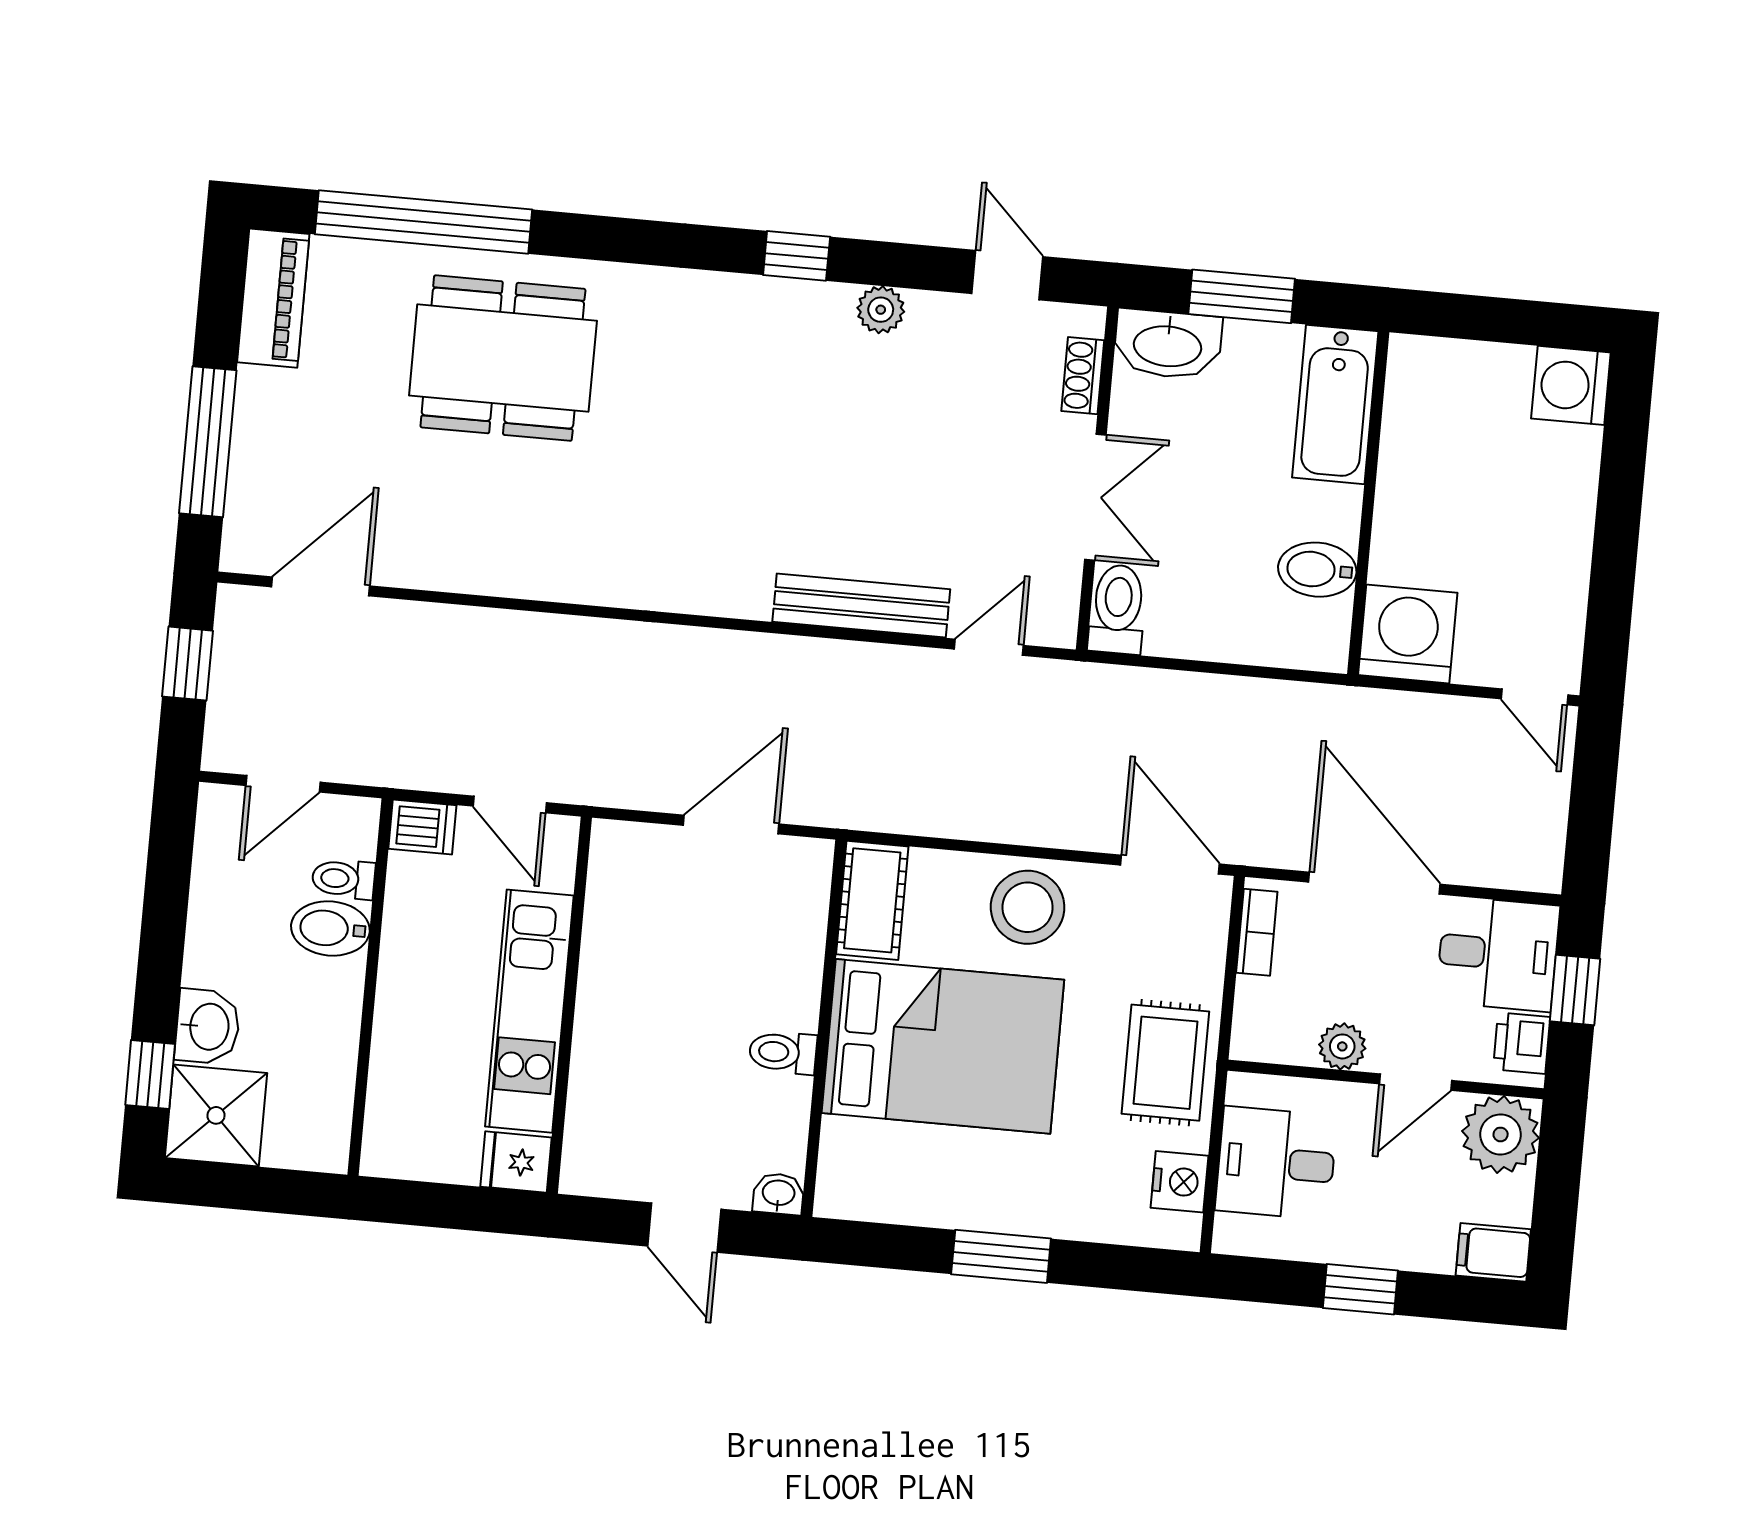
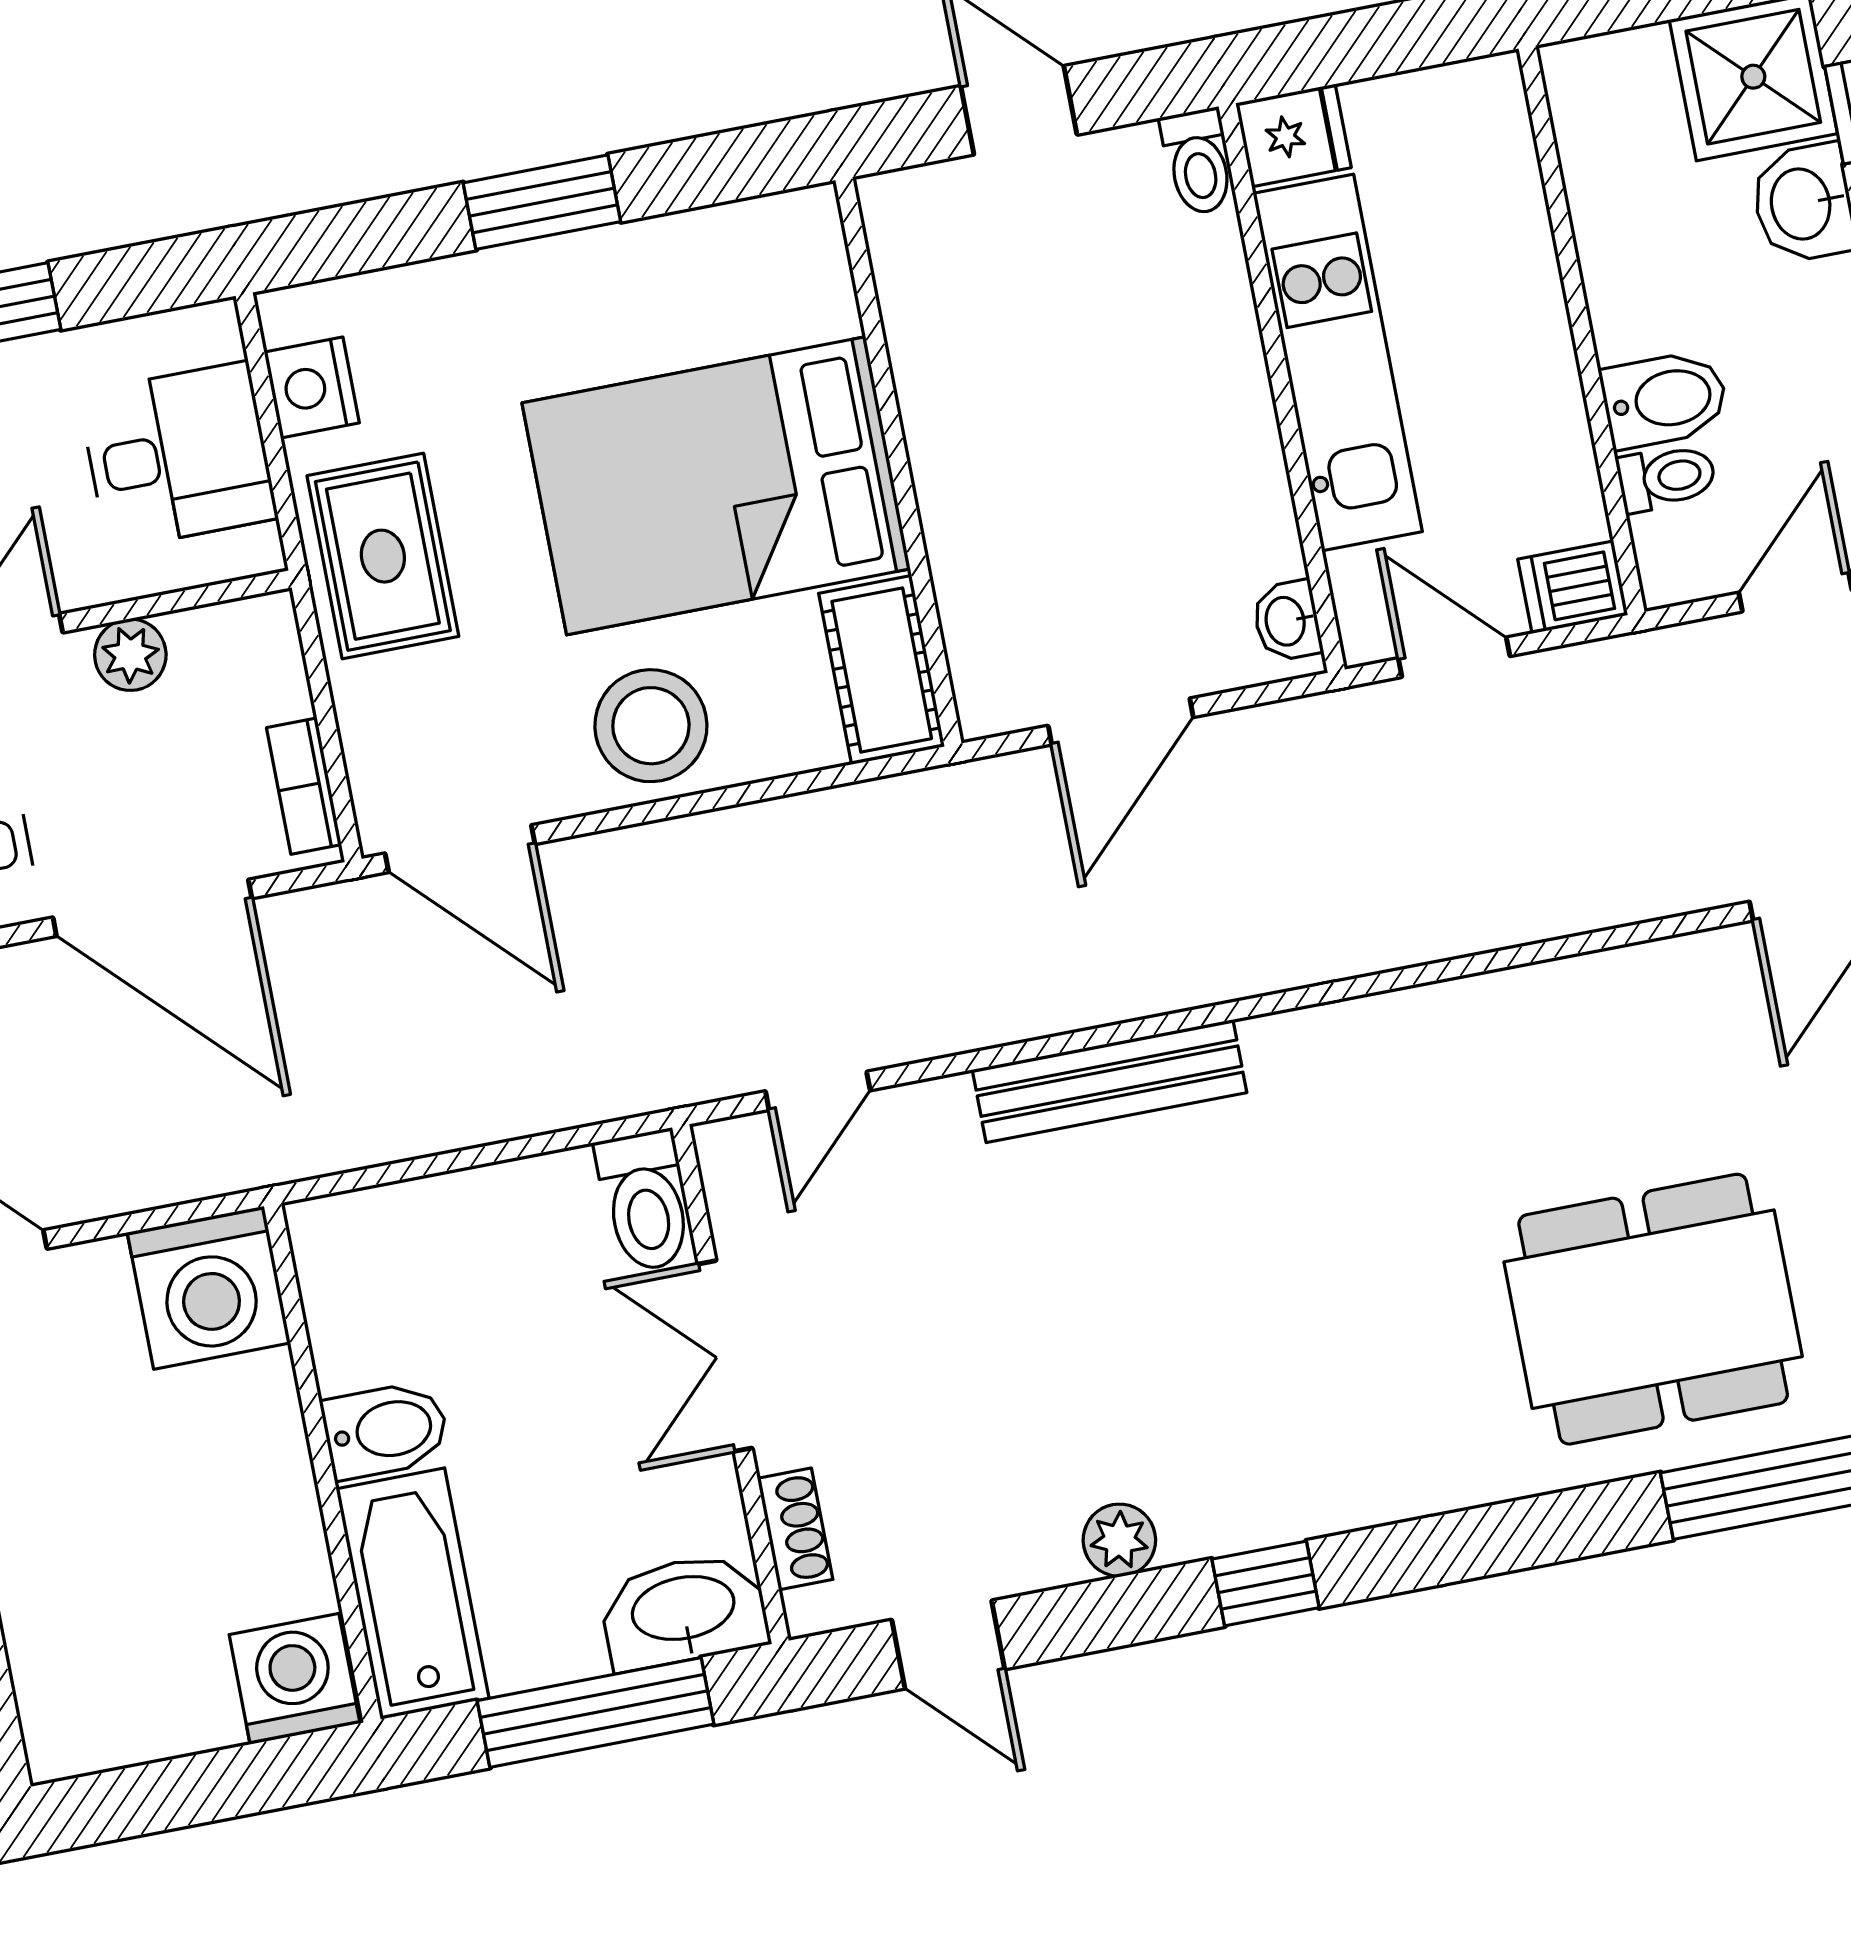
window: (1242, 296) -> (595, 1712), width x1.44
washing machine: (1571, 385) -> (295, 1679), moved, turned -90
bidet: (1317, 570) -> (386, 1430), moved
bench: (861, 606) -> (1110, 1081), moved
toilet: (783, 1052) -> (1198, 162), moved, turned 90
washbasin: (778, 1194) -> (1287, 621), moved, turned 90

